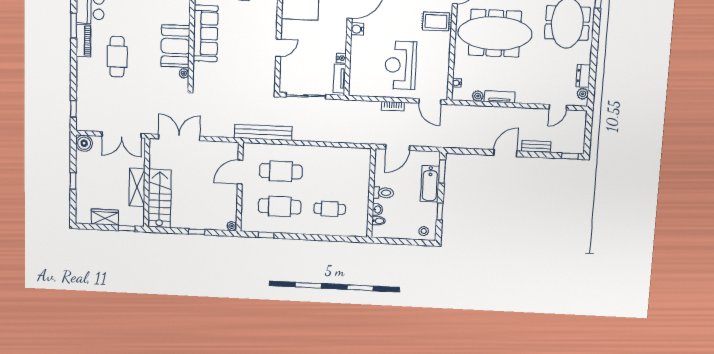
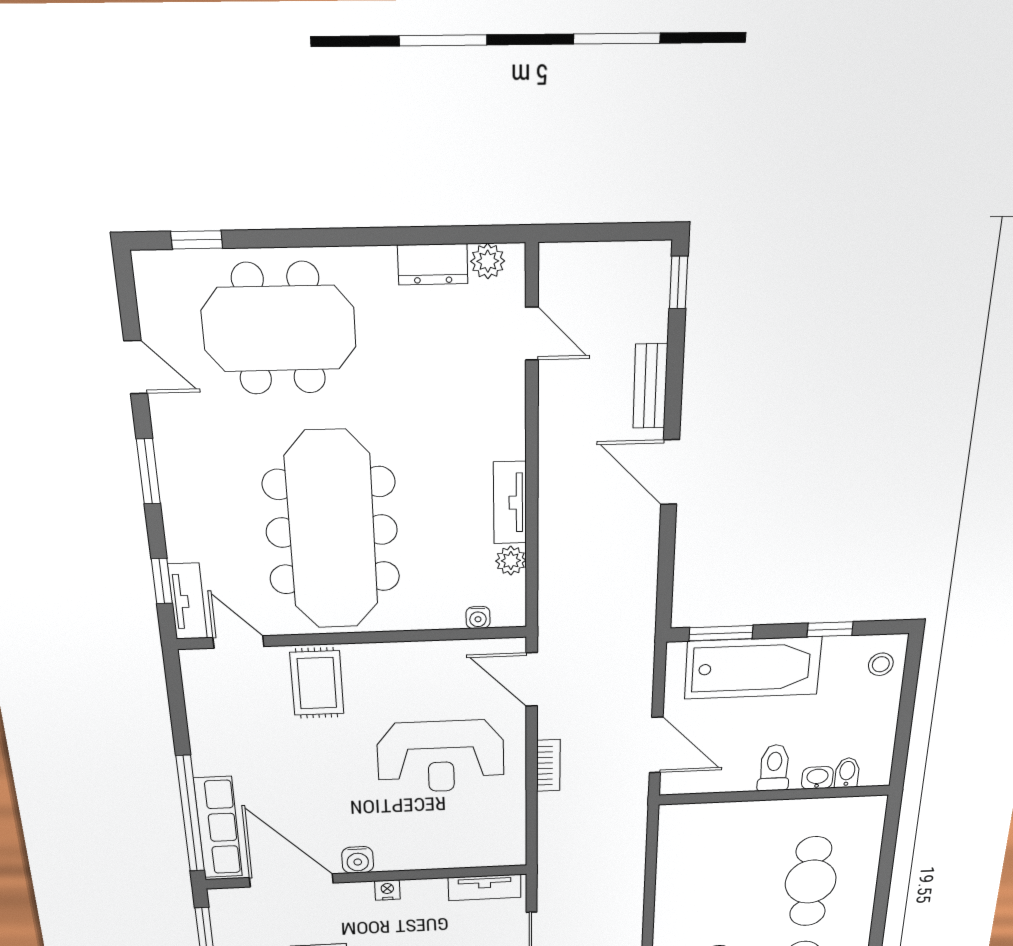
nightstand: (341, 58) -> (387, 890), moved
door: (430, 101) -> (532, 680), swing flipped
bathtub: (430, 184) -> (753, 668), width x1.36, depth x1.36
cafe table: (330, 209) -> (811, 882), width x1.37, depth x1.35

